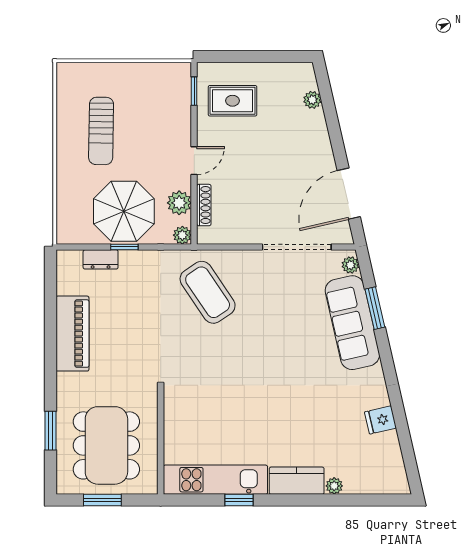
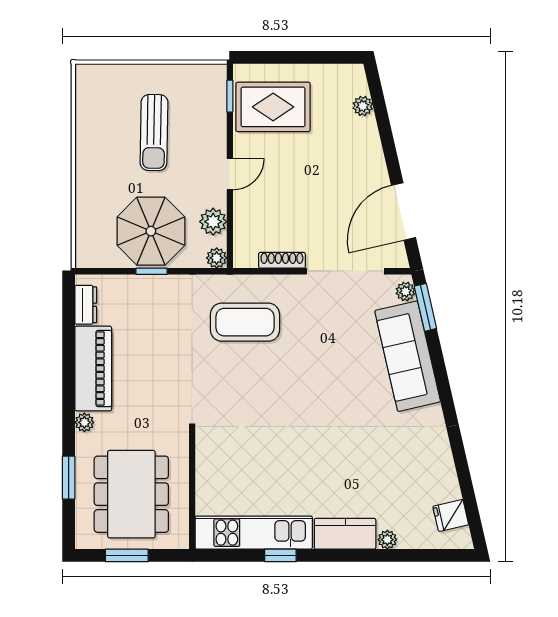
rug: (233, 101) -> (273, 107), width x1.36, depth x1.43
sun lounger: (101, 131) -> (154, 133), moved
shoe rack: (204, 205) -> (282, 260), moved, turned -90
dresser: (101, 259) -> (86, 305), moved, turned -90
coffee table: (208, 292) -> (245, 322), turned -56
window: (375, 308) -> (425, 307), moved
plant: (65, 382) -> (84, 422), added
fridge: (381, 420) -> (451, 515), moved

